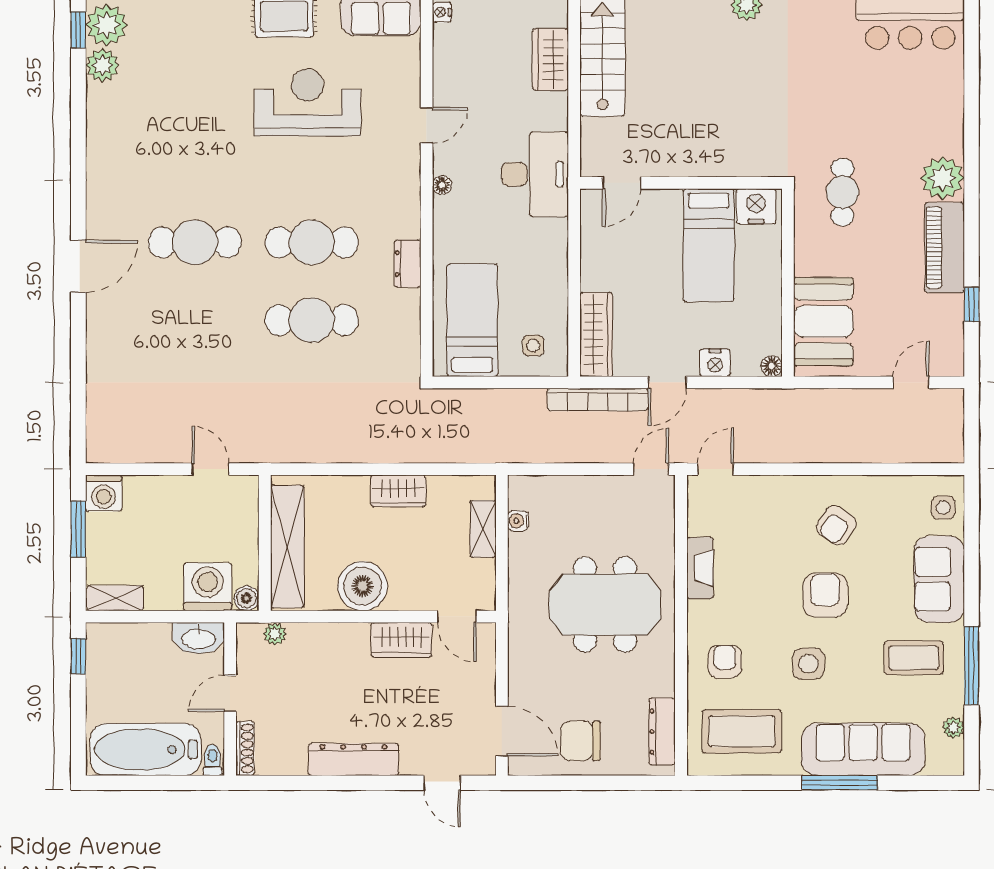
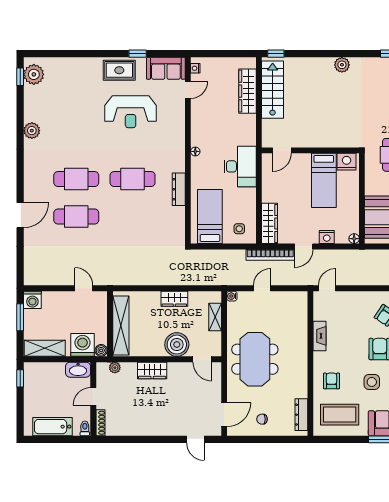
wardrobe: (550, 60) -> (248, 91), width x1.50
plant: (102, 65) -> (32, 131), moved
reception desk: (308, 103) -> (131, 112), turned 180
door: (427, 125) -> (188, 90), moved
desk: (535, 174) -> (240, 166), moved
dresser: (408, 263) -> (179, 189), width x1.44
door: (78, 266) -> (20, 215), moved
cafe table: (312, 320) -> (76, 217), moved
door: (651, 469) -> (262, 288), moved
water cooler: (518, 521) -> (232, 296), moved
boiler: (363, 586) -> (177, 345), moved
shelving: (115, 598) -> (45, 348), width x1.50, depth x1.33
meeting table: (605, 605) -> (255, 359), moved, turned 90
wardrobe: (401, 640) -> (152, 370), moved
door: (502, 731) -> (224, 415), hinge flipped
chair: (581, 741) -> (262, 419), width x0.54, depth x0.54
bathtub: (145, 749) -> (52, 427), width x0.73, depth x0.73
dresser: (354, 759) -> (153, 428), removed

